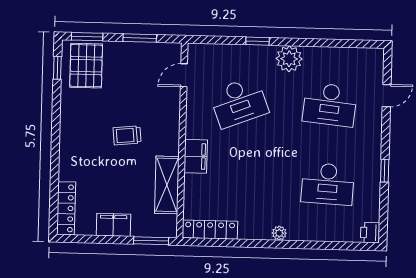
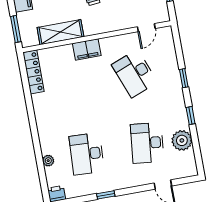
window: (307, 42) -> (191, 115), added
plant: (289, 59) -> (182, 140), moved
door: (184, 75) -> (146, 28), swing flipped
plant: (279, 233) -> (48, 161), moved

